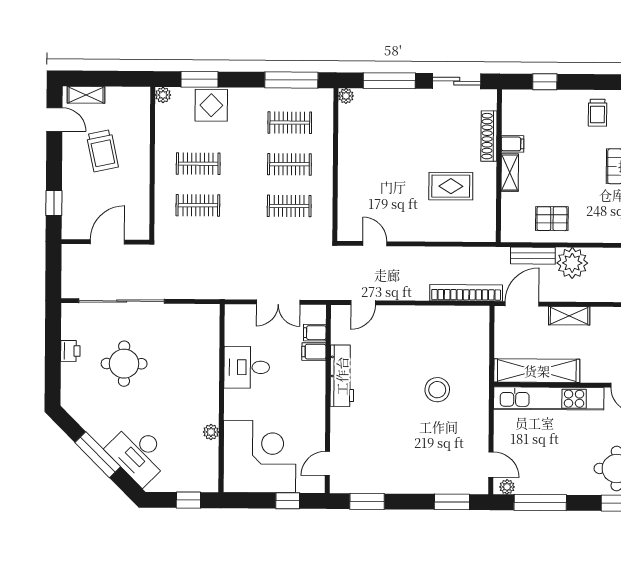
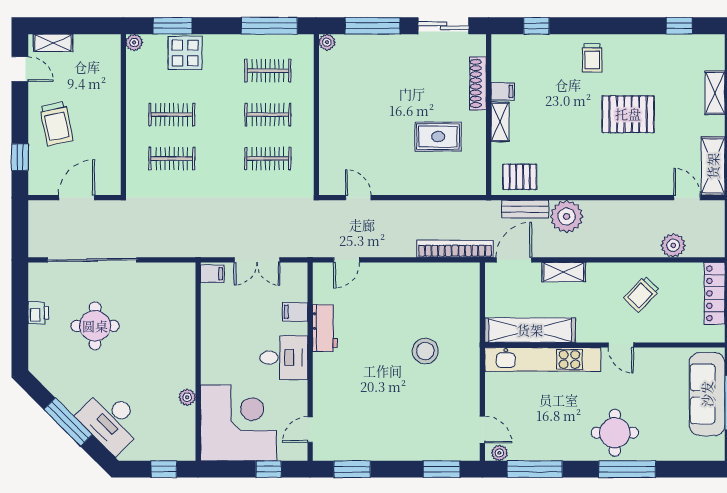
trolley: (102, 151) -> (56, 124), moved
pallet: (552, 219) -> (520, 177), moved
filing cabinet: (315, 333) -> (212, 274), moved, turned 180
desk: (247, 367) -> (284, 358), moved, turned 180
workbench: (342, 376) -> (325, 328), width x0.73

